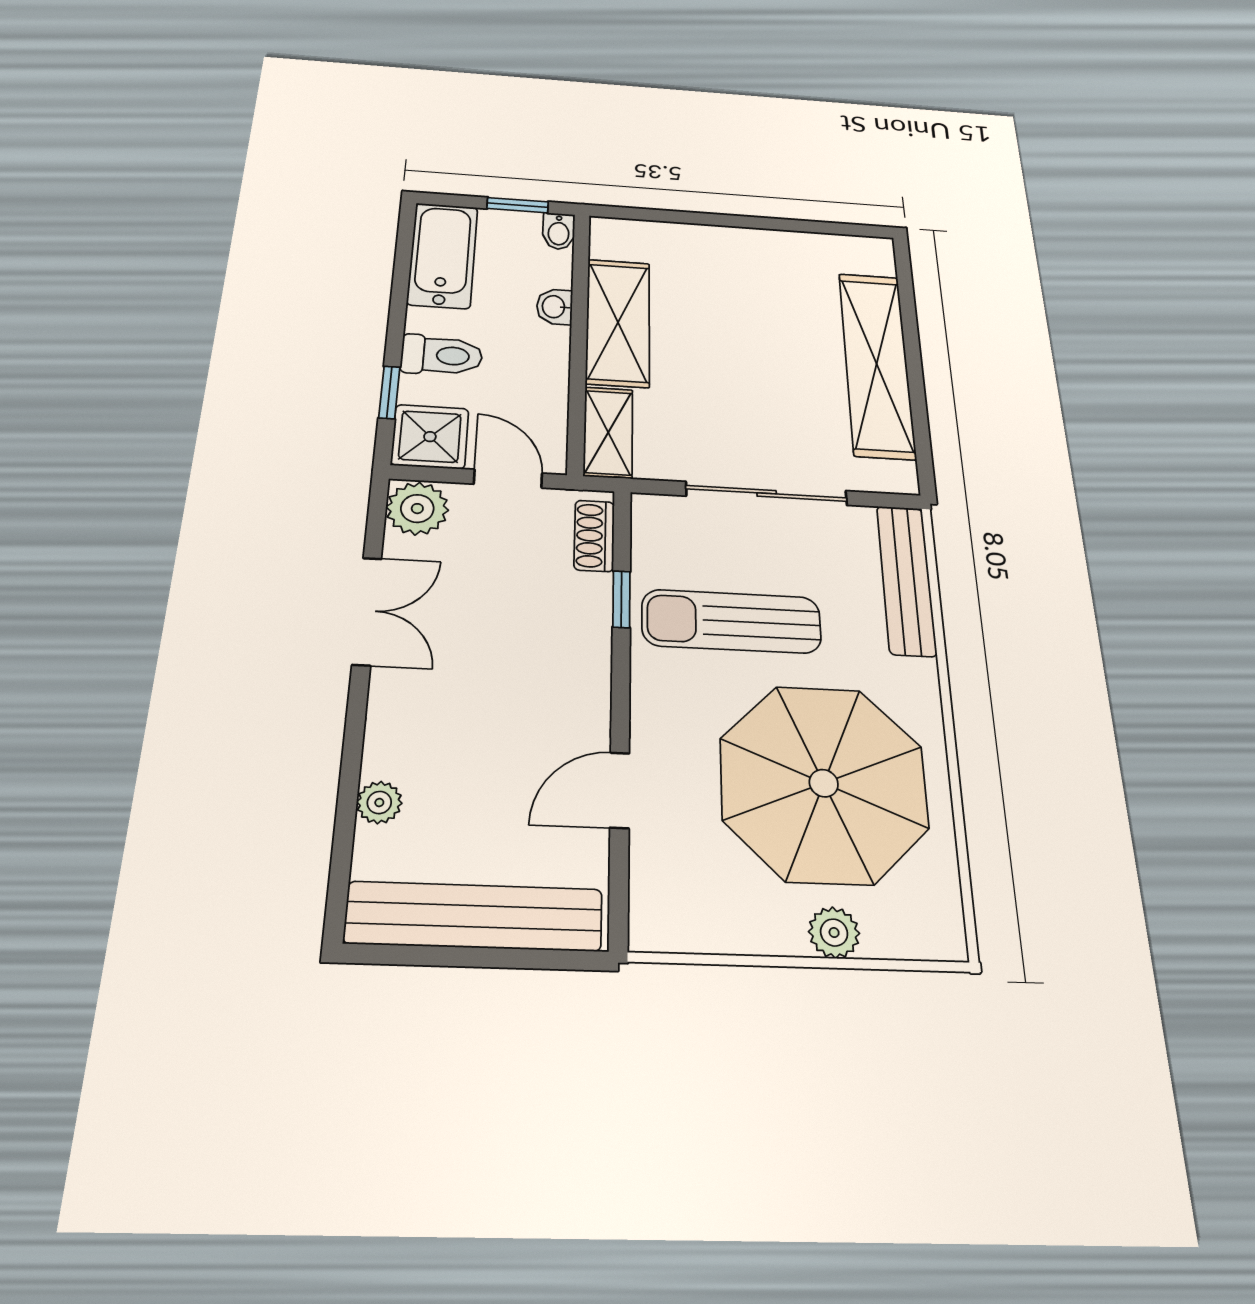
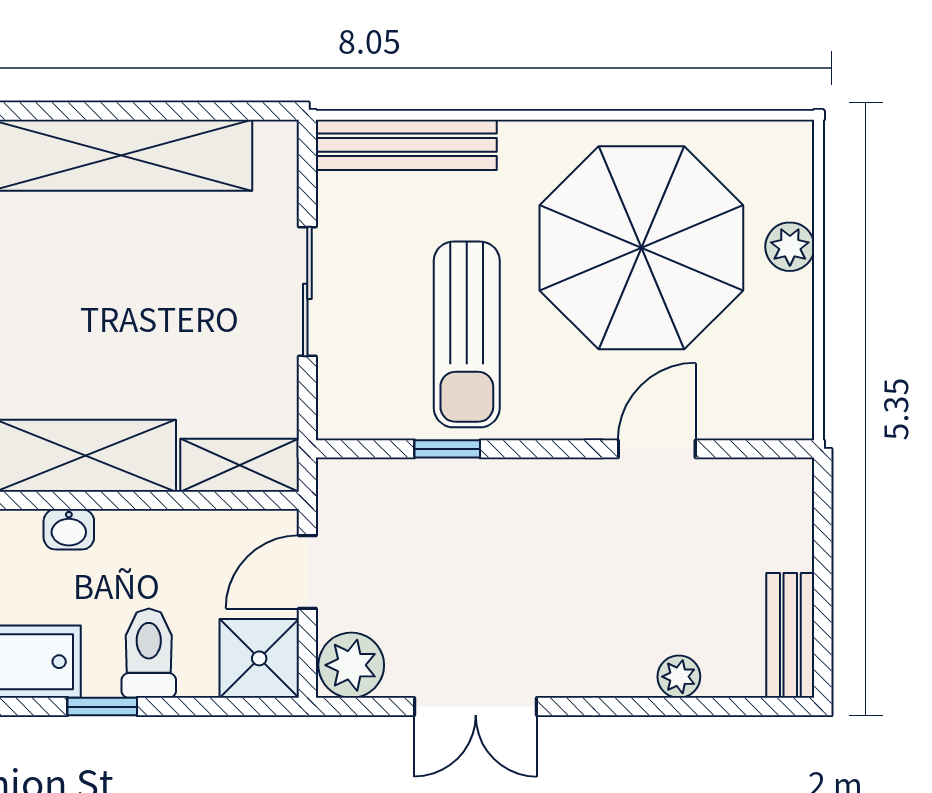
window: (389, 392) -> (102, 707), moved
sliding door: (767, 493) -> (307, 291), width x0.73
shoe rack: (594, 536) -> (373, 478), removed
double door: (367, 611) -> (476, 707), swing flipped
door: (620, 790) -> (657, 449), swing flipped
bench: (474, 916) -> (790, 635), width x0.54, depth x0.82

